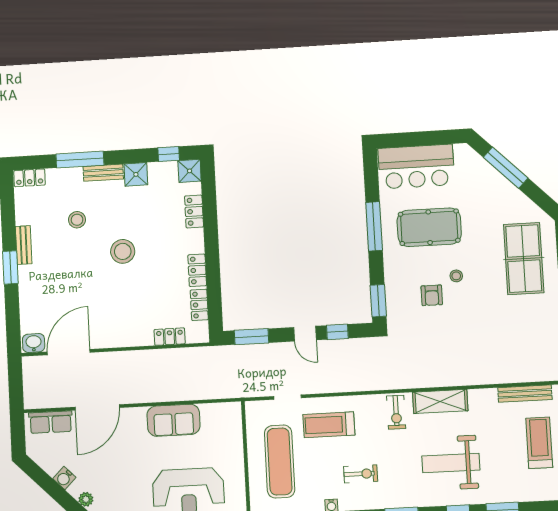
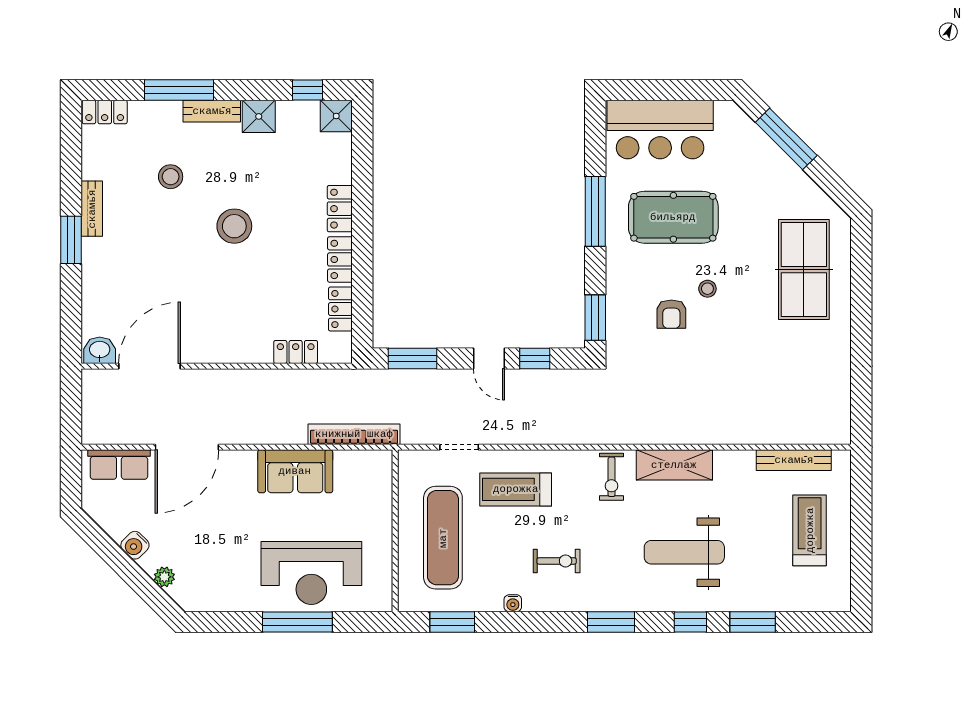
locker: (194, 211) -> (340, 209), moved
bookcase: (213, 392) -> (354, 434), added

